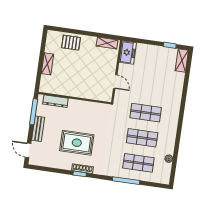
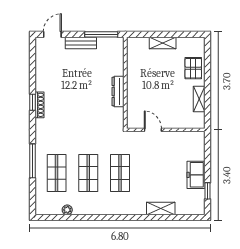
shelving: (107, 43) -> (199, 99), moved
freezer: (128, 52) -> (196, 175), moved, turned 90
shelving: (182, 61) -> (161, 208), moved
door: (115, 82) -> (153, 130), swing flipped
dresser: (55, 101) -> (118, 92), moved
rug: (77, 143) -> (71, 93), removed

